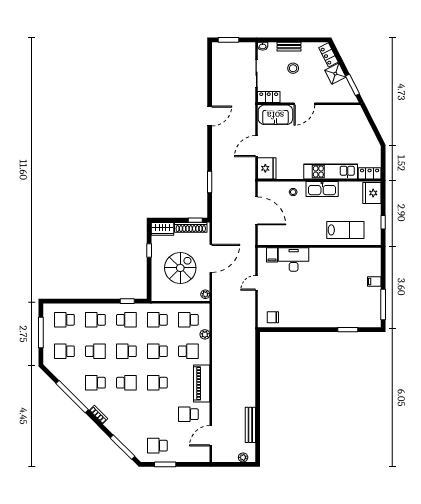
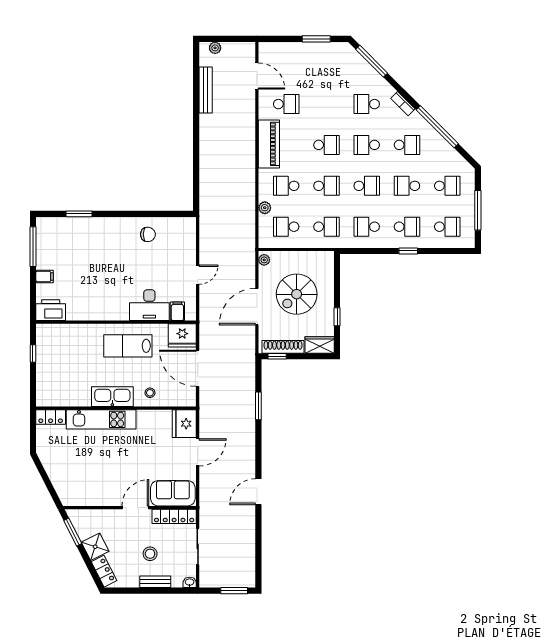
locker: (269, 97) -> (174, 516), width x1.53
fridge: (372, 193) -> (182, 335), moved, turned 90
lab bench: (345, 230) -> (128, 346), moved
printer: (369, 256) -> (51, 310), added
window: (127, 301) -> (408, 251), moved
chair: (273, 317) -> (148, 234), moved
school desk: (188, 320) -> (286, 227), turned 180
door: (211, 436) -> (257, 76), hinge flipped
school desk: (157, 446) -> (367, 104), moved, turned 180

